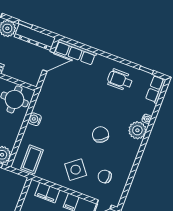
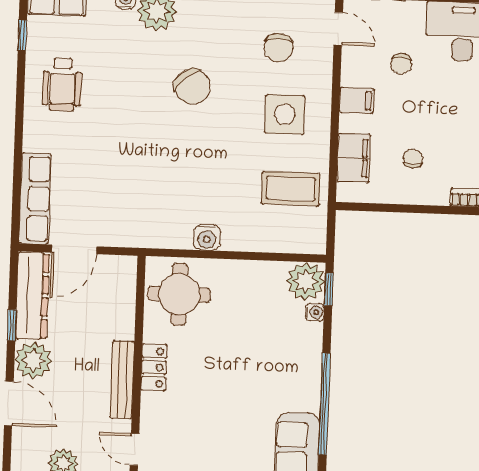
door: (48, 61) -> (74, 249), swing flipped
chair: (101, 135) -> (192, 86), turned -97
coffee table: (32, 159) -> (291, 189), moved
side table: (76, 170) -> (285, 114), turned 38

